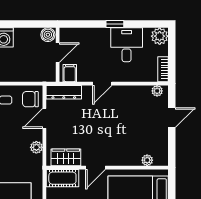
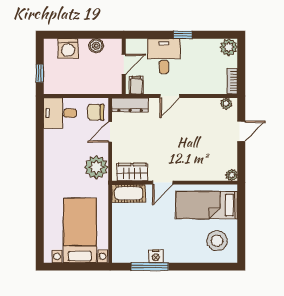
boiler: (48, 35) -> (96, 46), moved
desk: (127, 45) -> (164, 56), moved
plant: (36, 147) -> (96, 167), width x1.88, depth x1.88
plant: (147, 160) -> (232, 175), moved

